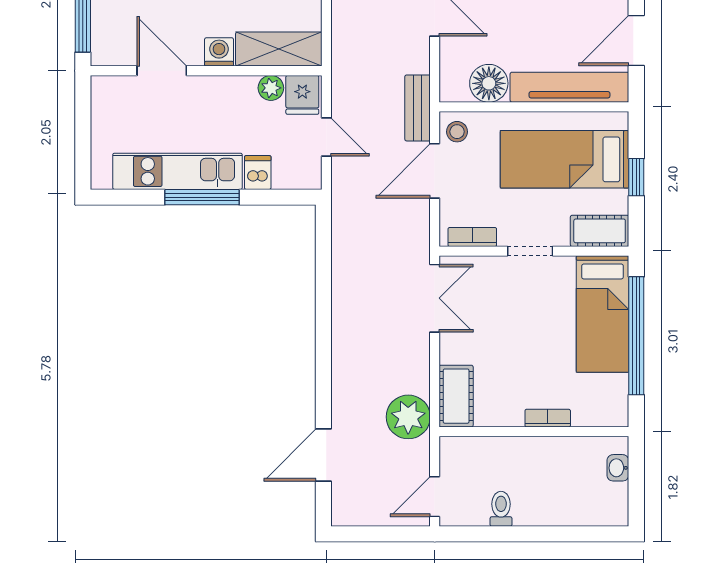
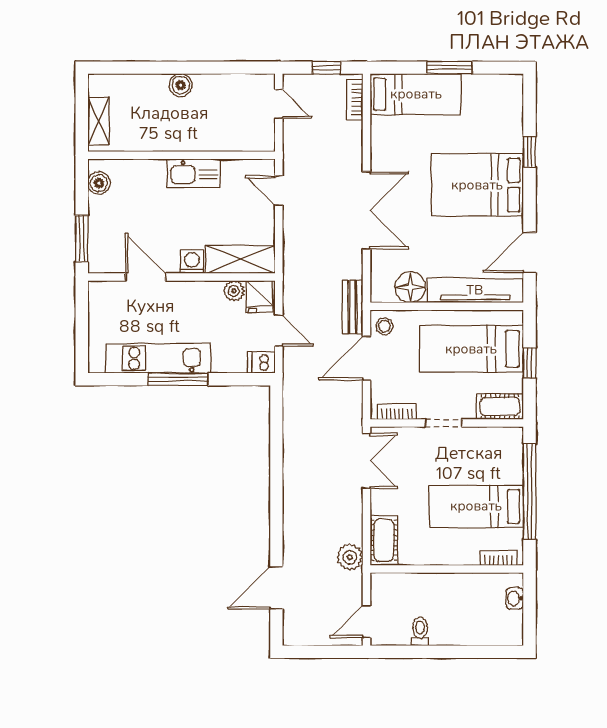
dishwasher: (258, 173) -> (261, 362), moved, turned -90
bed: (602, 314) -> (476, 506), moved, turned 90
plant: (408, 417) -> (350, 557), width x0.73, depth x0.73
bookcase: (548, 418) -> (498, 558), moved

